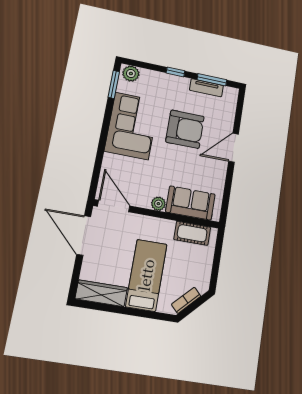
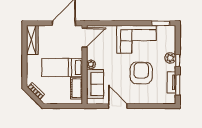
plant: (131, 74) -> (170, 58), moved
armchair: (185, 129) -> (141, 73), turned 180
door: (234, 148) -> (118, 106), moved
bed: (146, 275) -> (62, 67), moved, turned 180

